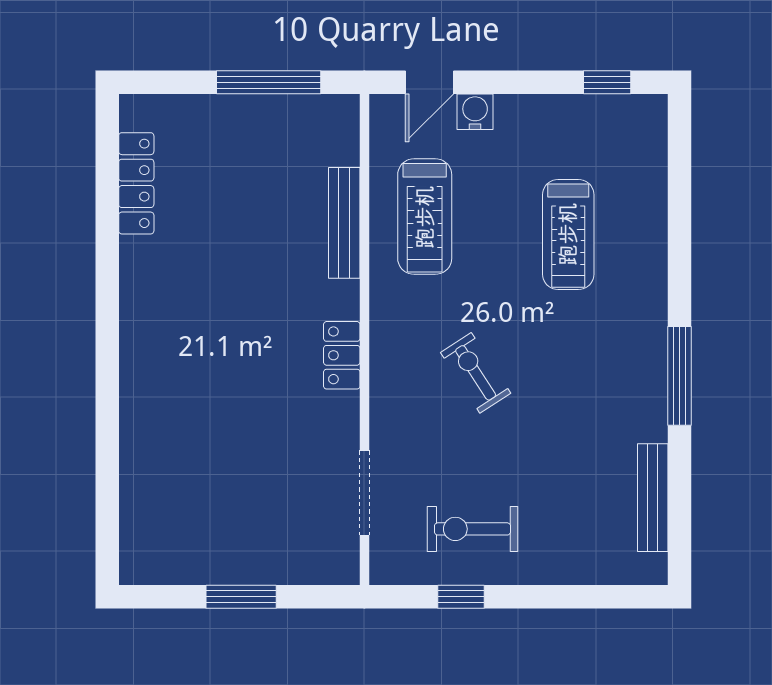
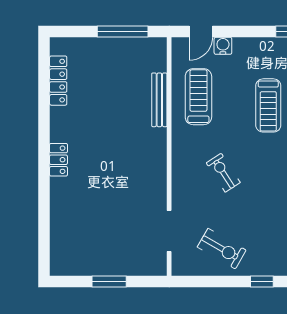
treadmill: (425, 217) -> (198, 97), turned 180
locker: (342, 355) -> (58, 160), moved, turned 180
exercise bike: (472, 529) -> (222, 249), turned -150
window: (461, 597) -> (262, 282), moved

